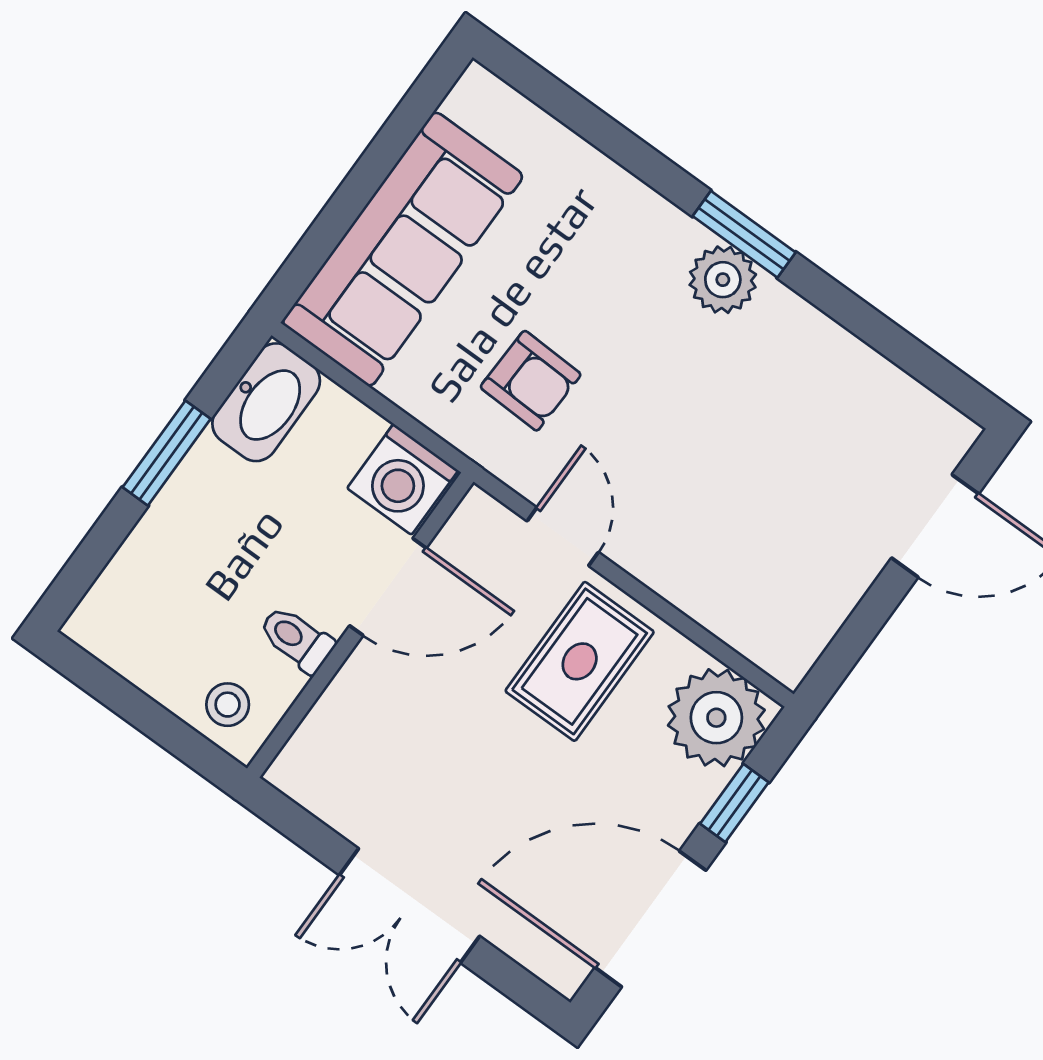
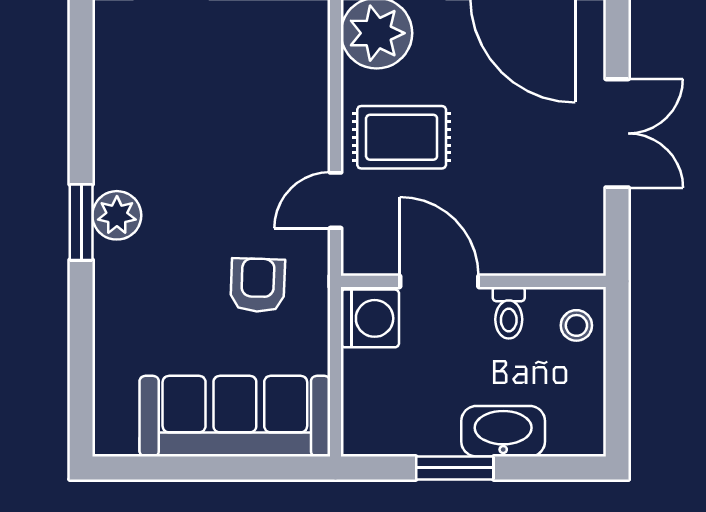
washbasin: (266, 402) -> (503, 431), moved

